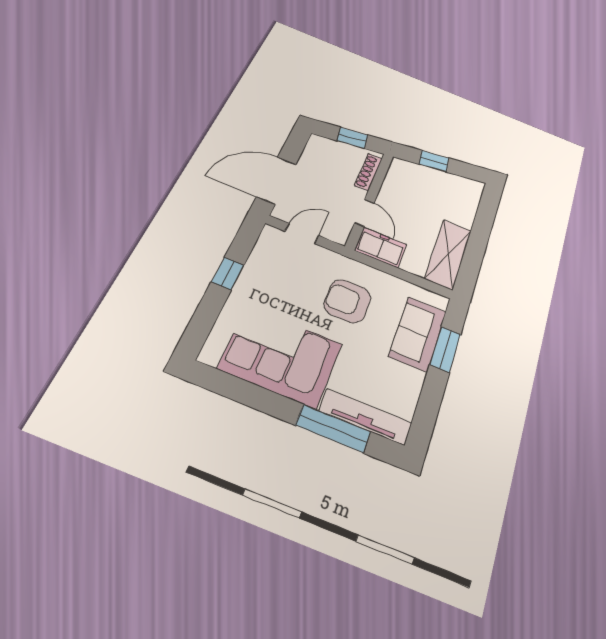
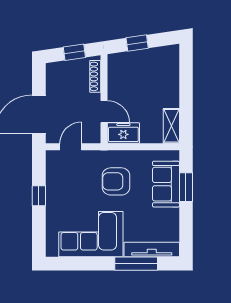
shelving: (448, 254) -> (171, 126), width x0.67, depth x0.75

